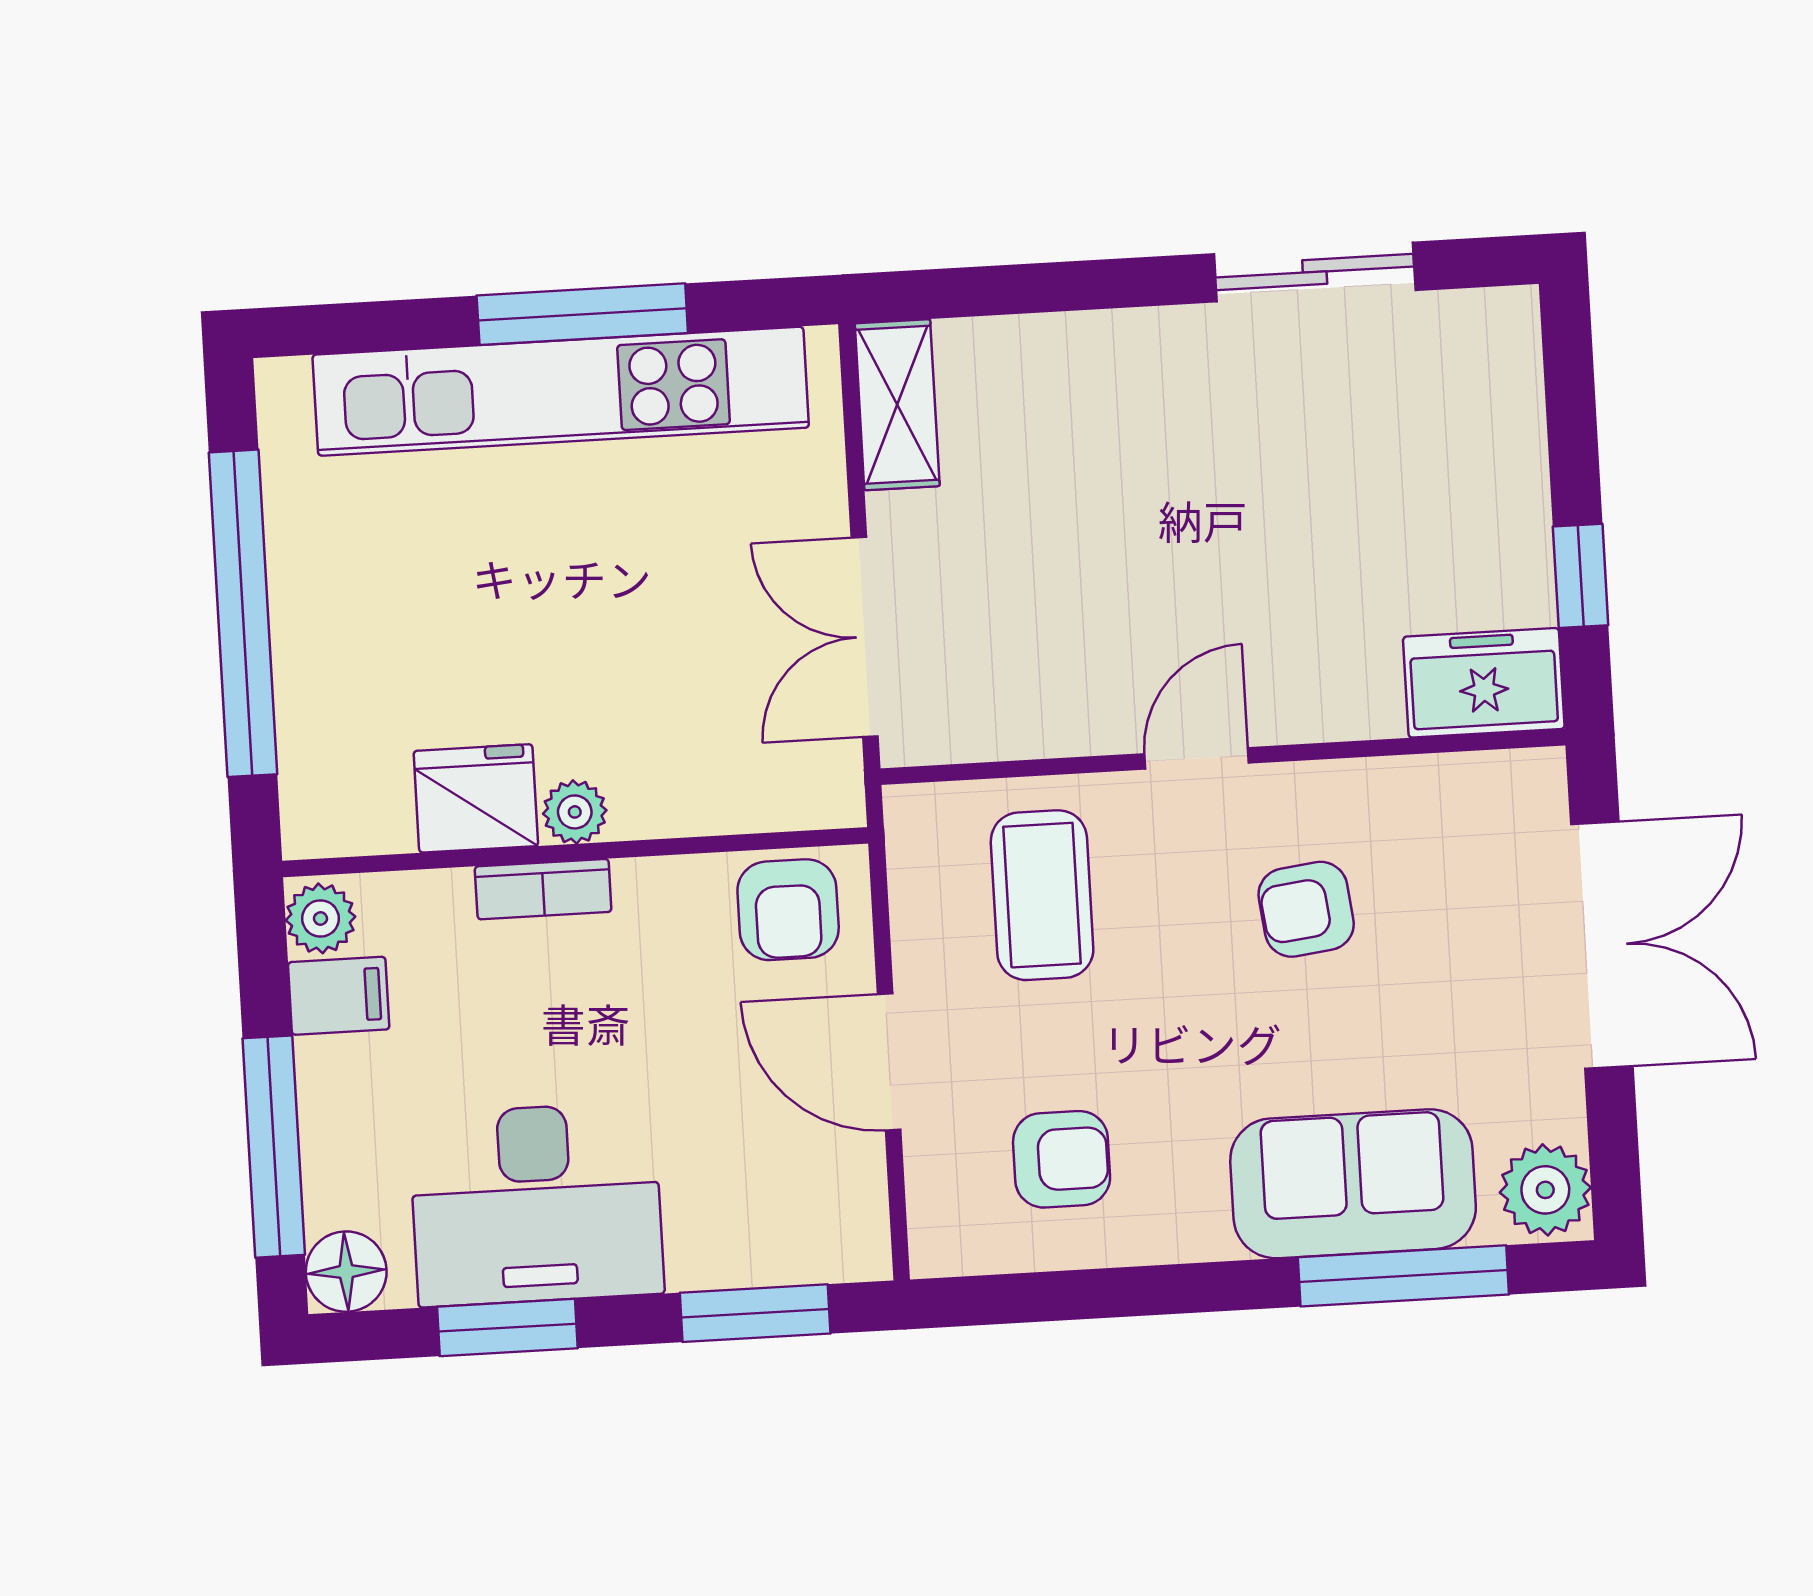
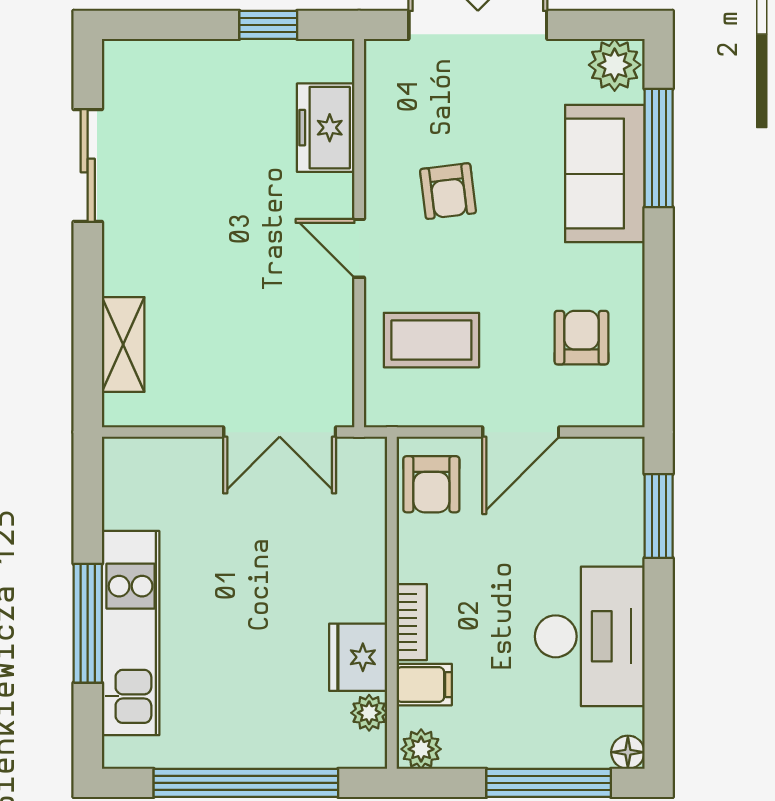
window: (582, 314) -> (88, 623), moved
kitchen unit: (561, 391) -> (131, 633), width x0.73
shelving: (897, 405) -> (123, 344), moved, turned 90
freezer: (1484, 683) -> (326, 128), moved
plant: (575, 812) -> (369, 713), moved
armchair: (788, 910) -> (431, 484), turned 90
filing cabinet: (339, 996) -> (424, 685), moved, turned 90
floor lamp: (346, 1272) -> (628, 752), width x0.73, depth x0.73
window: (507, 1328) -> (659, 657), removed

